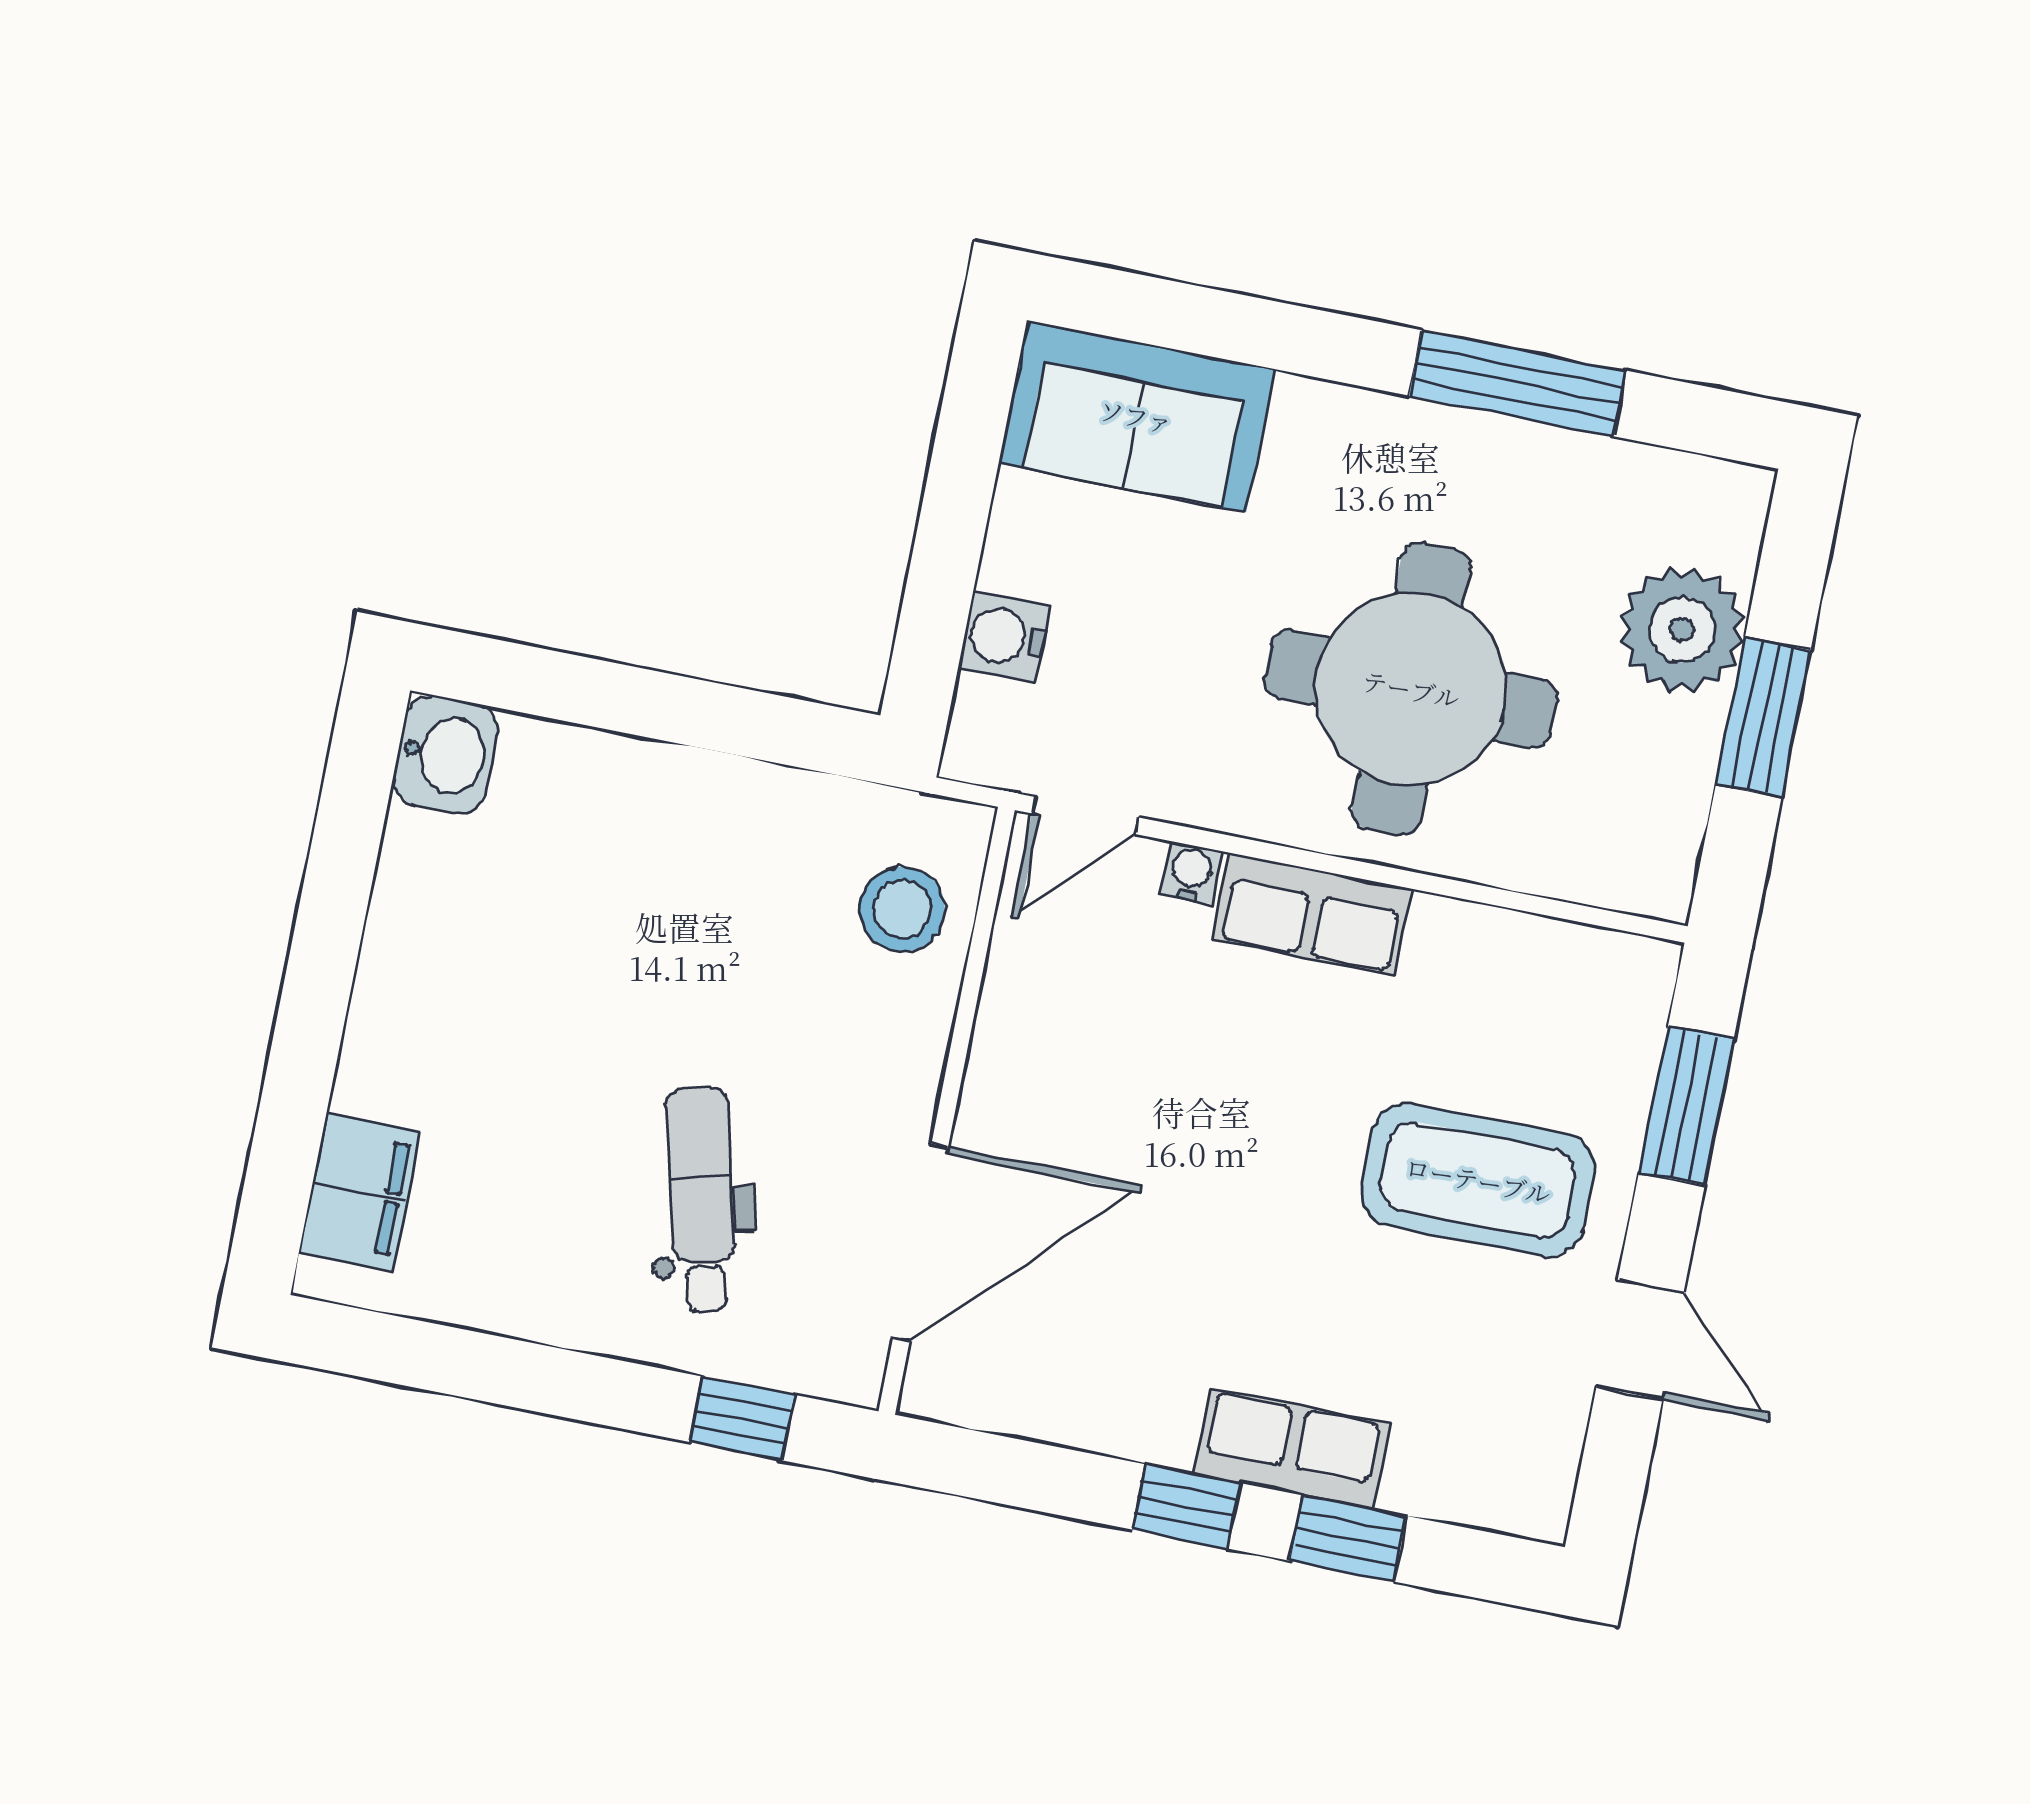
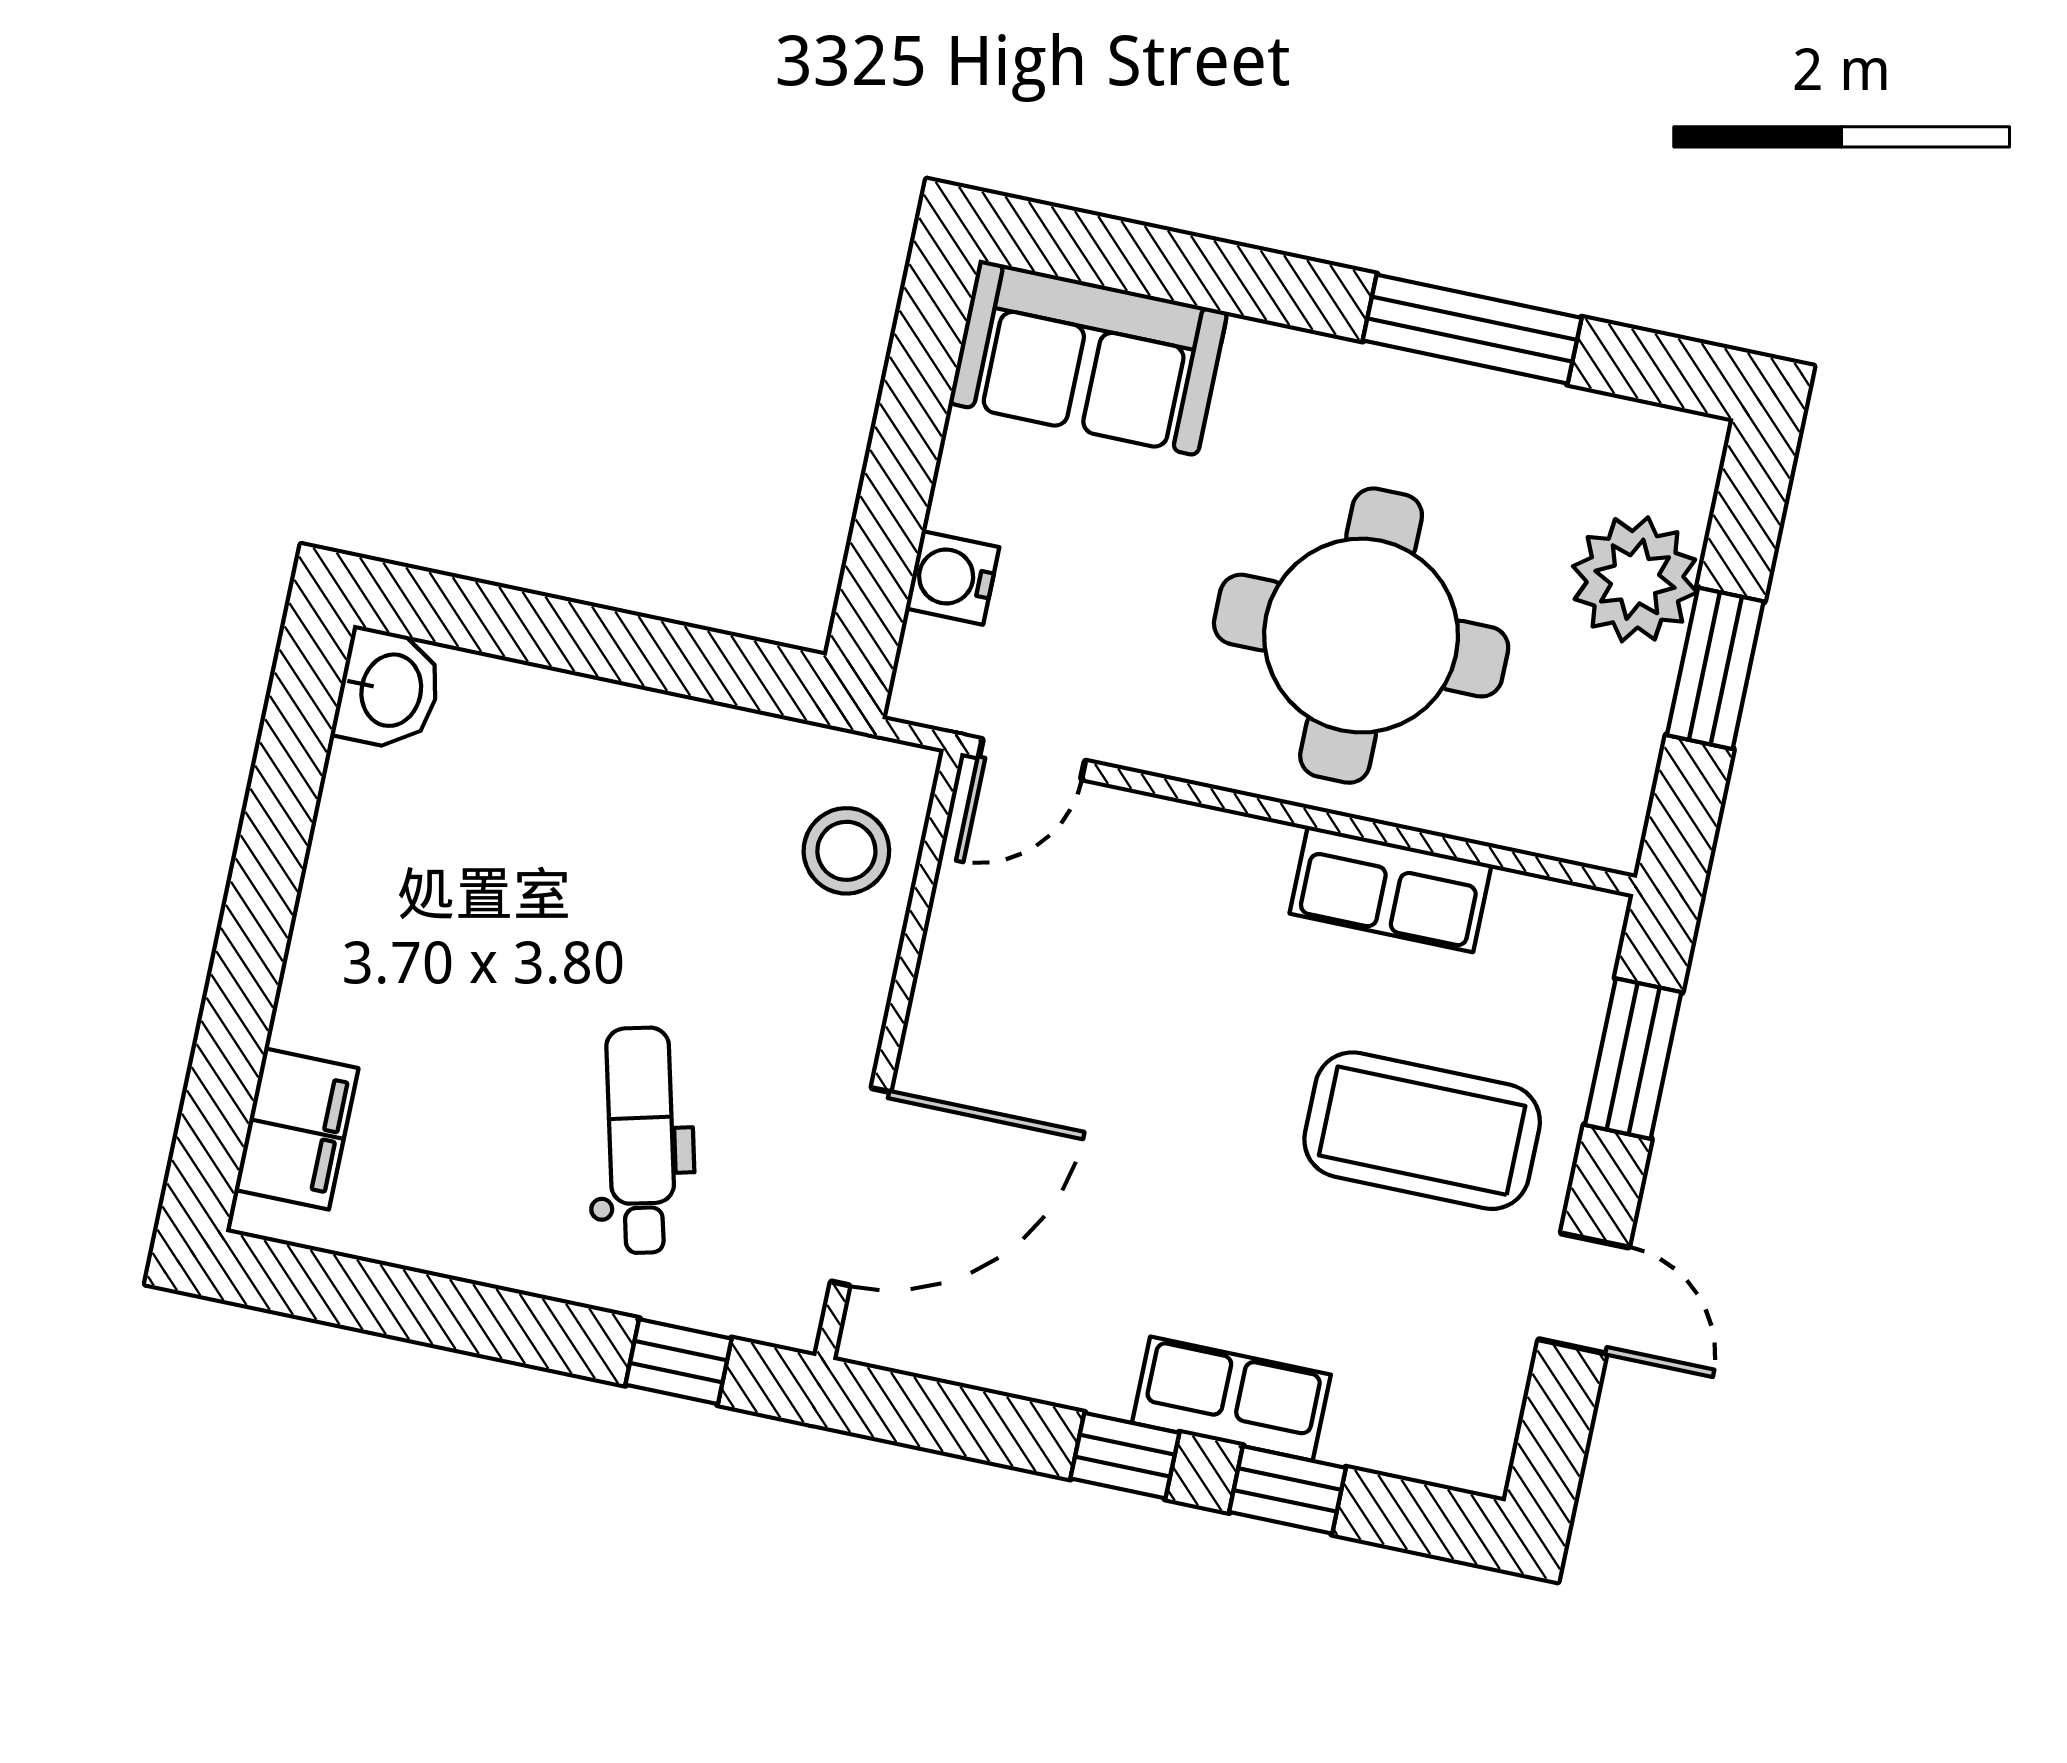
water cooler: (1191, 873) -> (1138, 818), removed
row of seats: (1312, 914) -> (1390, 889), moved

